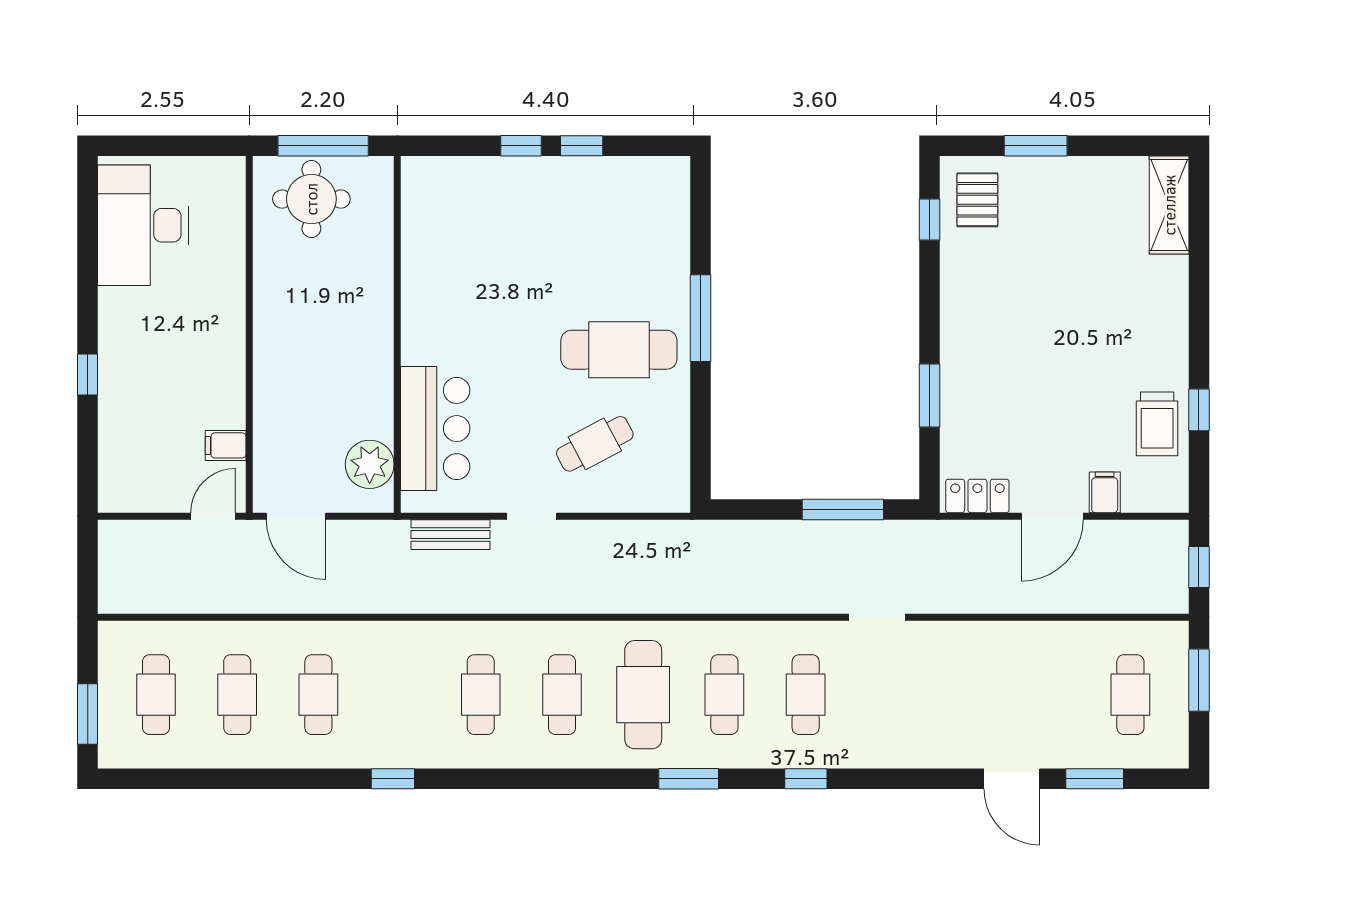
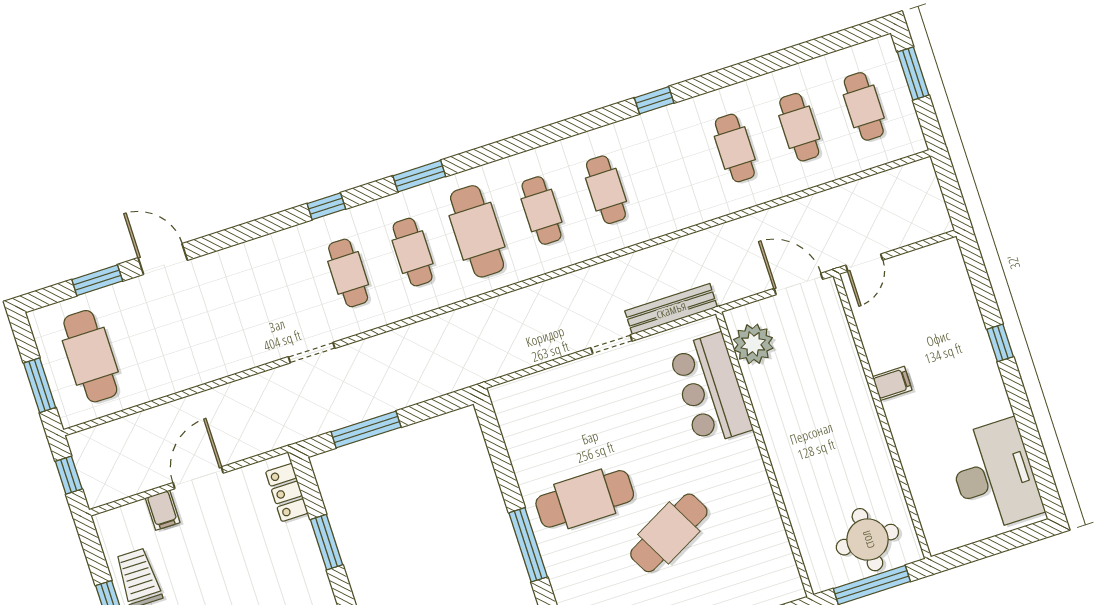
cafe table: (595, 444) -> (669, 533), moved, width x1.37, depth x1.35
filing cabinet: (226, 445) -> (892, 383), moved
locker: (977, 496) -> (287, 492), moved, turned 90
bench: (450, 535) -> (671, 309), width x1.36
cafe table: (1130, 695) -> (90, 356), width x1.37, depth x1.35

